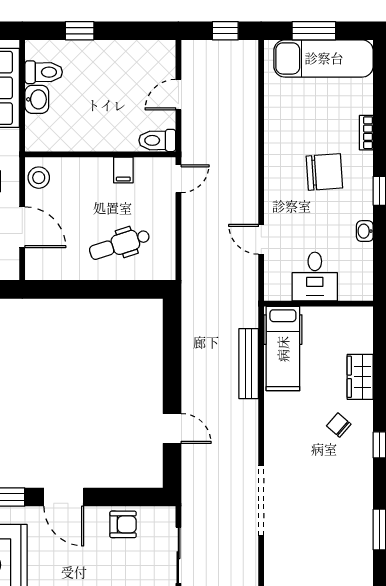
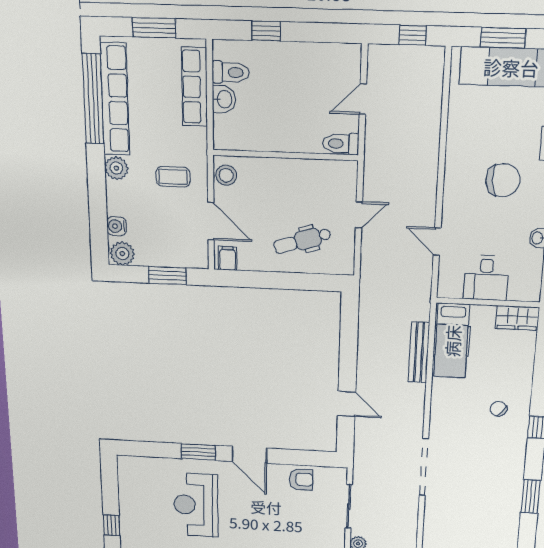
filing cabinet: (123, 170) -> (228, 258), moved, turned 180
door: (178, 179) -> (359, 215), moved
wardrobe: (360, 377) -> (517, 318), moved, turned -90

